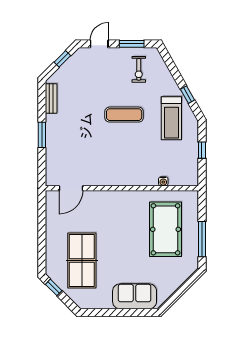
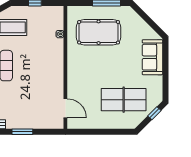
window: (54, 287) -> (154, 113), moved

